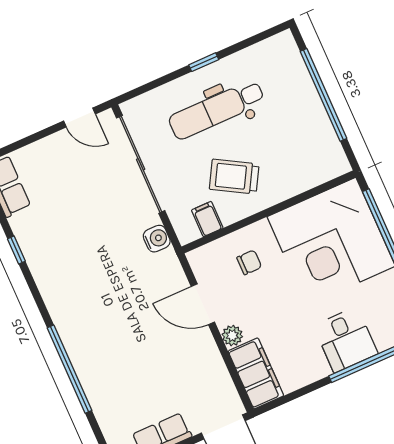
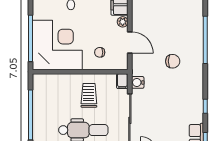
trolley: (234, 177) -> (89, 95), turned -120
filing cabinet: (207, 219) -> (122, 81), moved
chair: (111, 305) -> (173, 61), added

